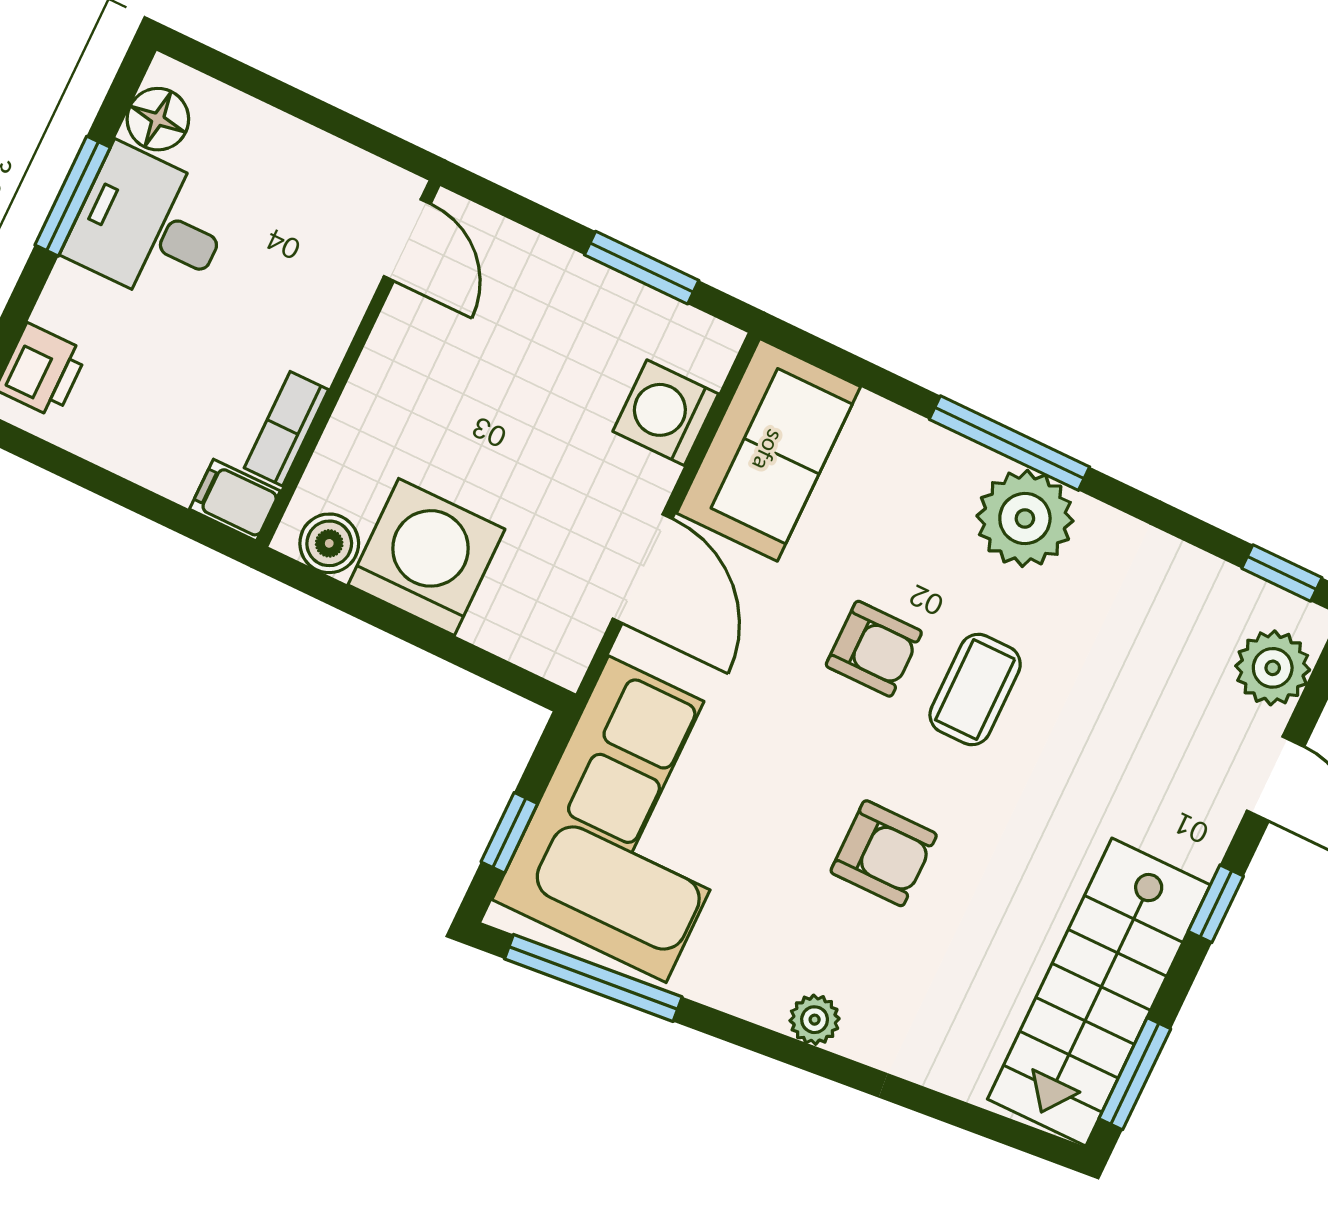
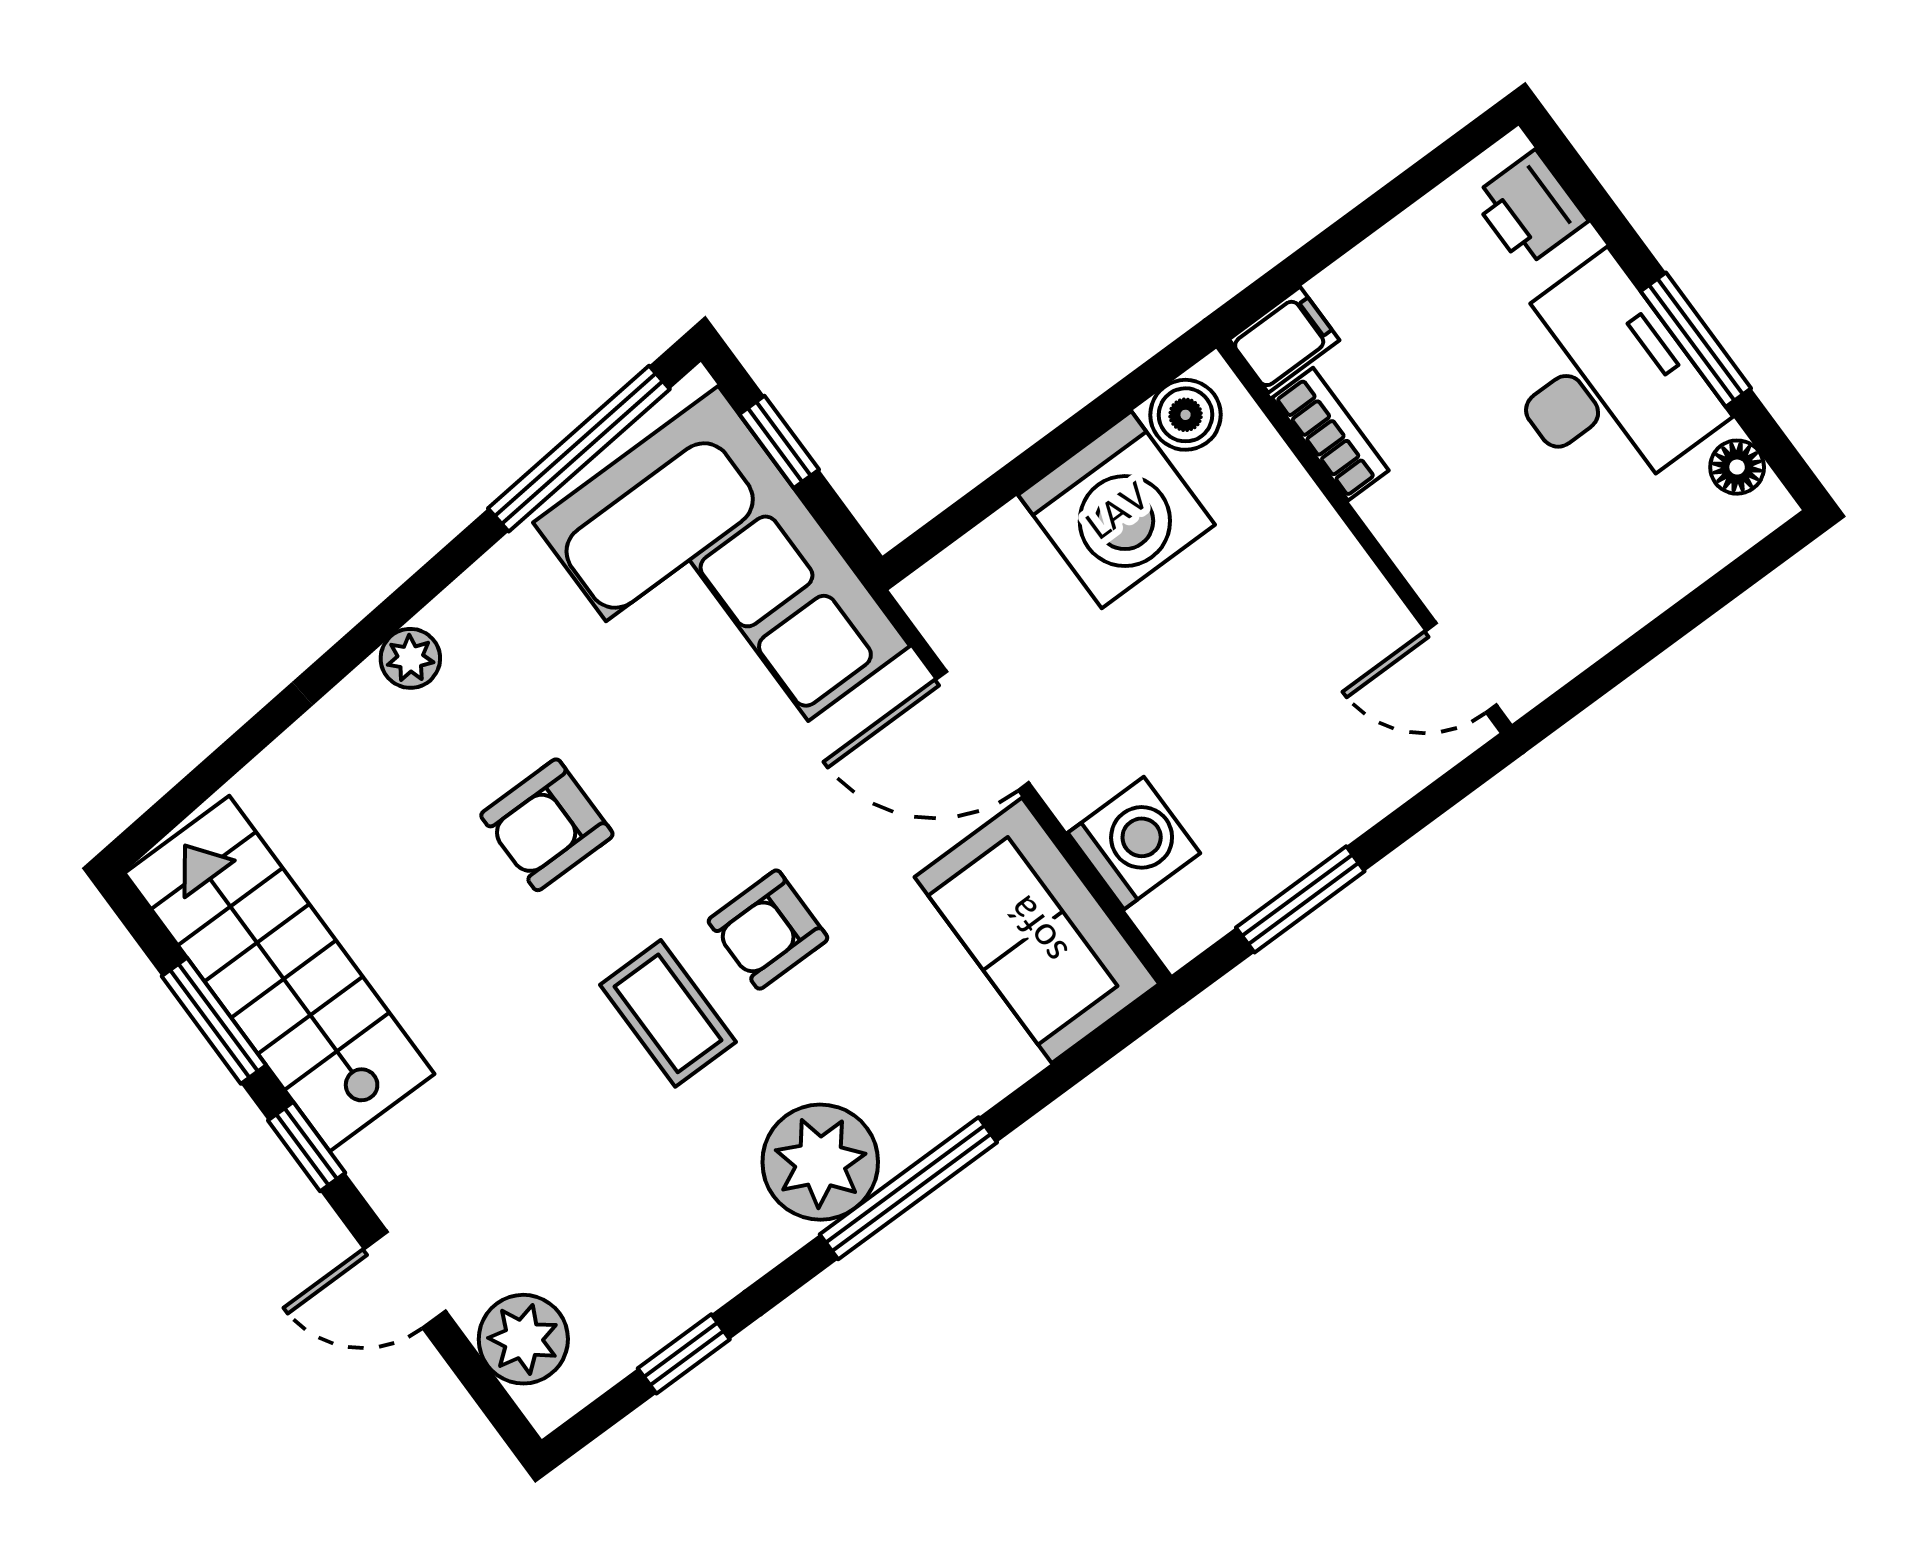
floor lamp: (158, 119) -> (1737, 467), width x0.73, depth x0.73
desk: (150, 227) -> (1604, 381), width x1.37
window: (1282, 573) -> (684, 1354), moved
window: (1135, 1074) -> (214, 1021), moved

